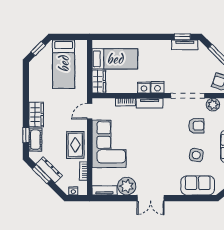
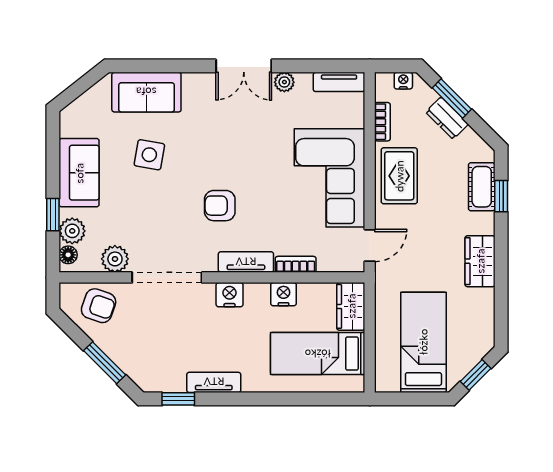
tv unit: (185, 45) -> (214, 382), moved
nightstand: (144, 88) -> (284, 294), moved
wardrobe: (36, 114) -> (480, 261), moved
armchair: (196, 126) -> (220, 206), moved
dresser: (49, 170) -> (447, 118), width x0.70
window: (42, 174) -> (452, 99), moved
plant: (127, 186) -> (284, 82), width x0.53, depth x0.53
double door: (151, 198) -> (244, 66), swing flipped

